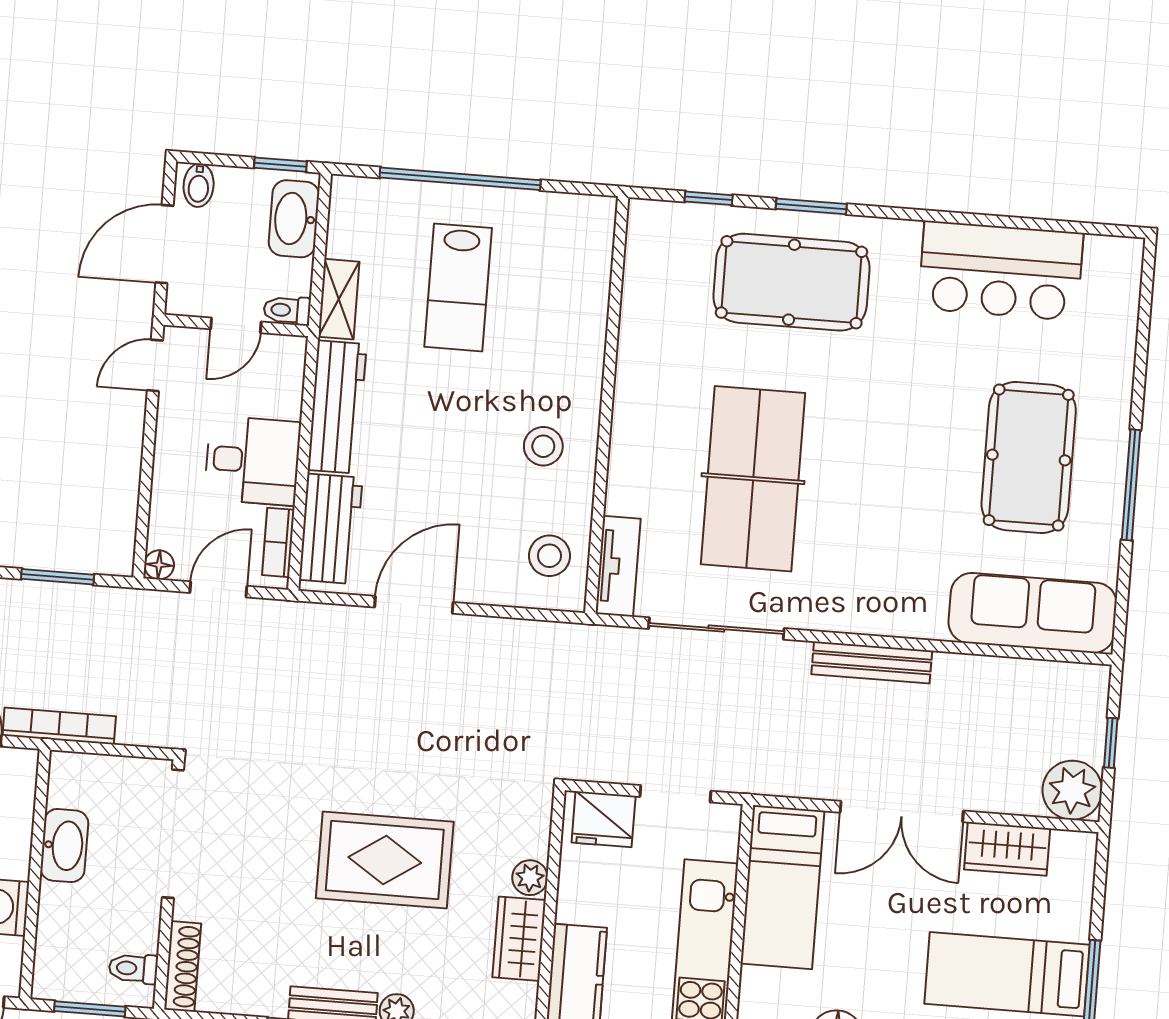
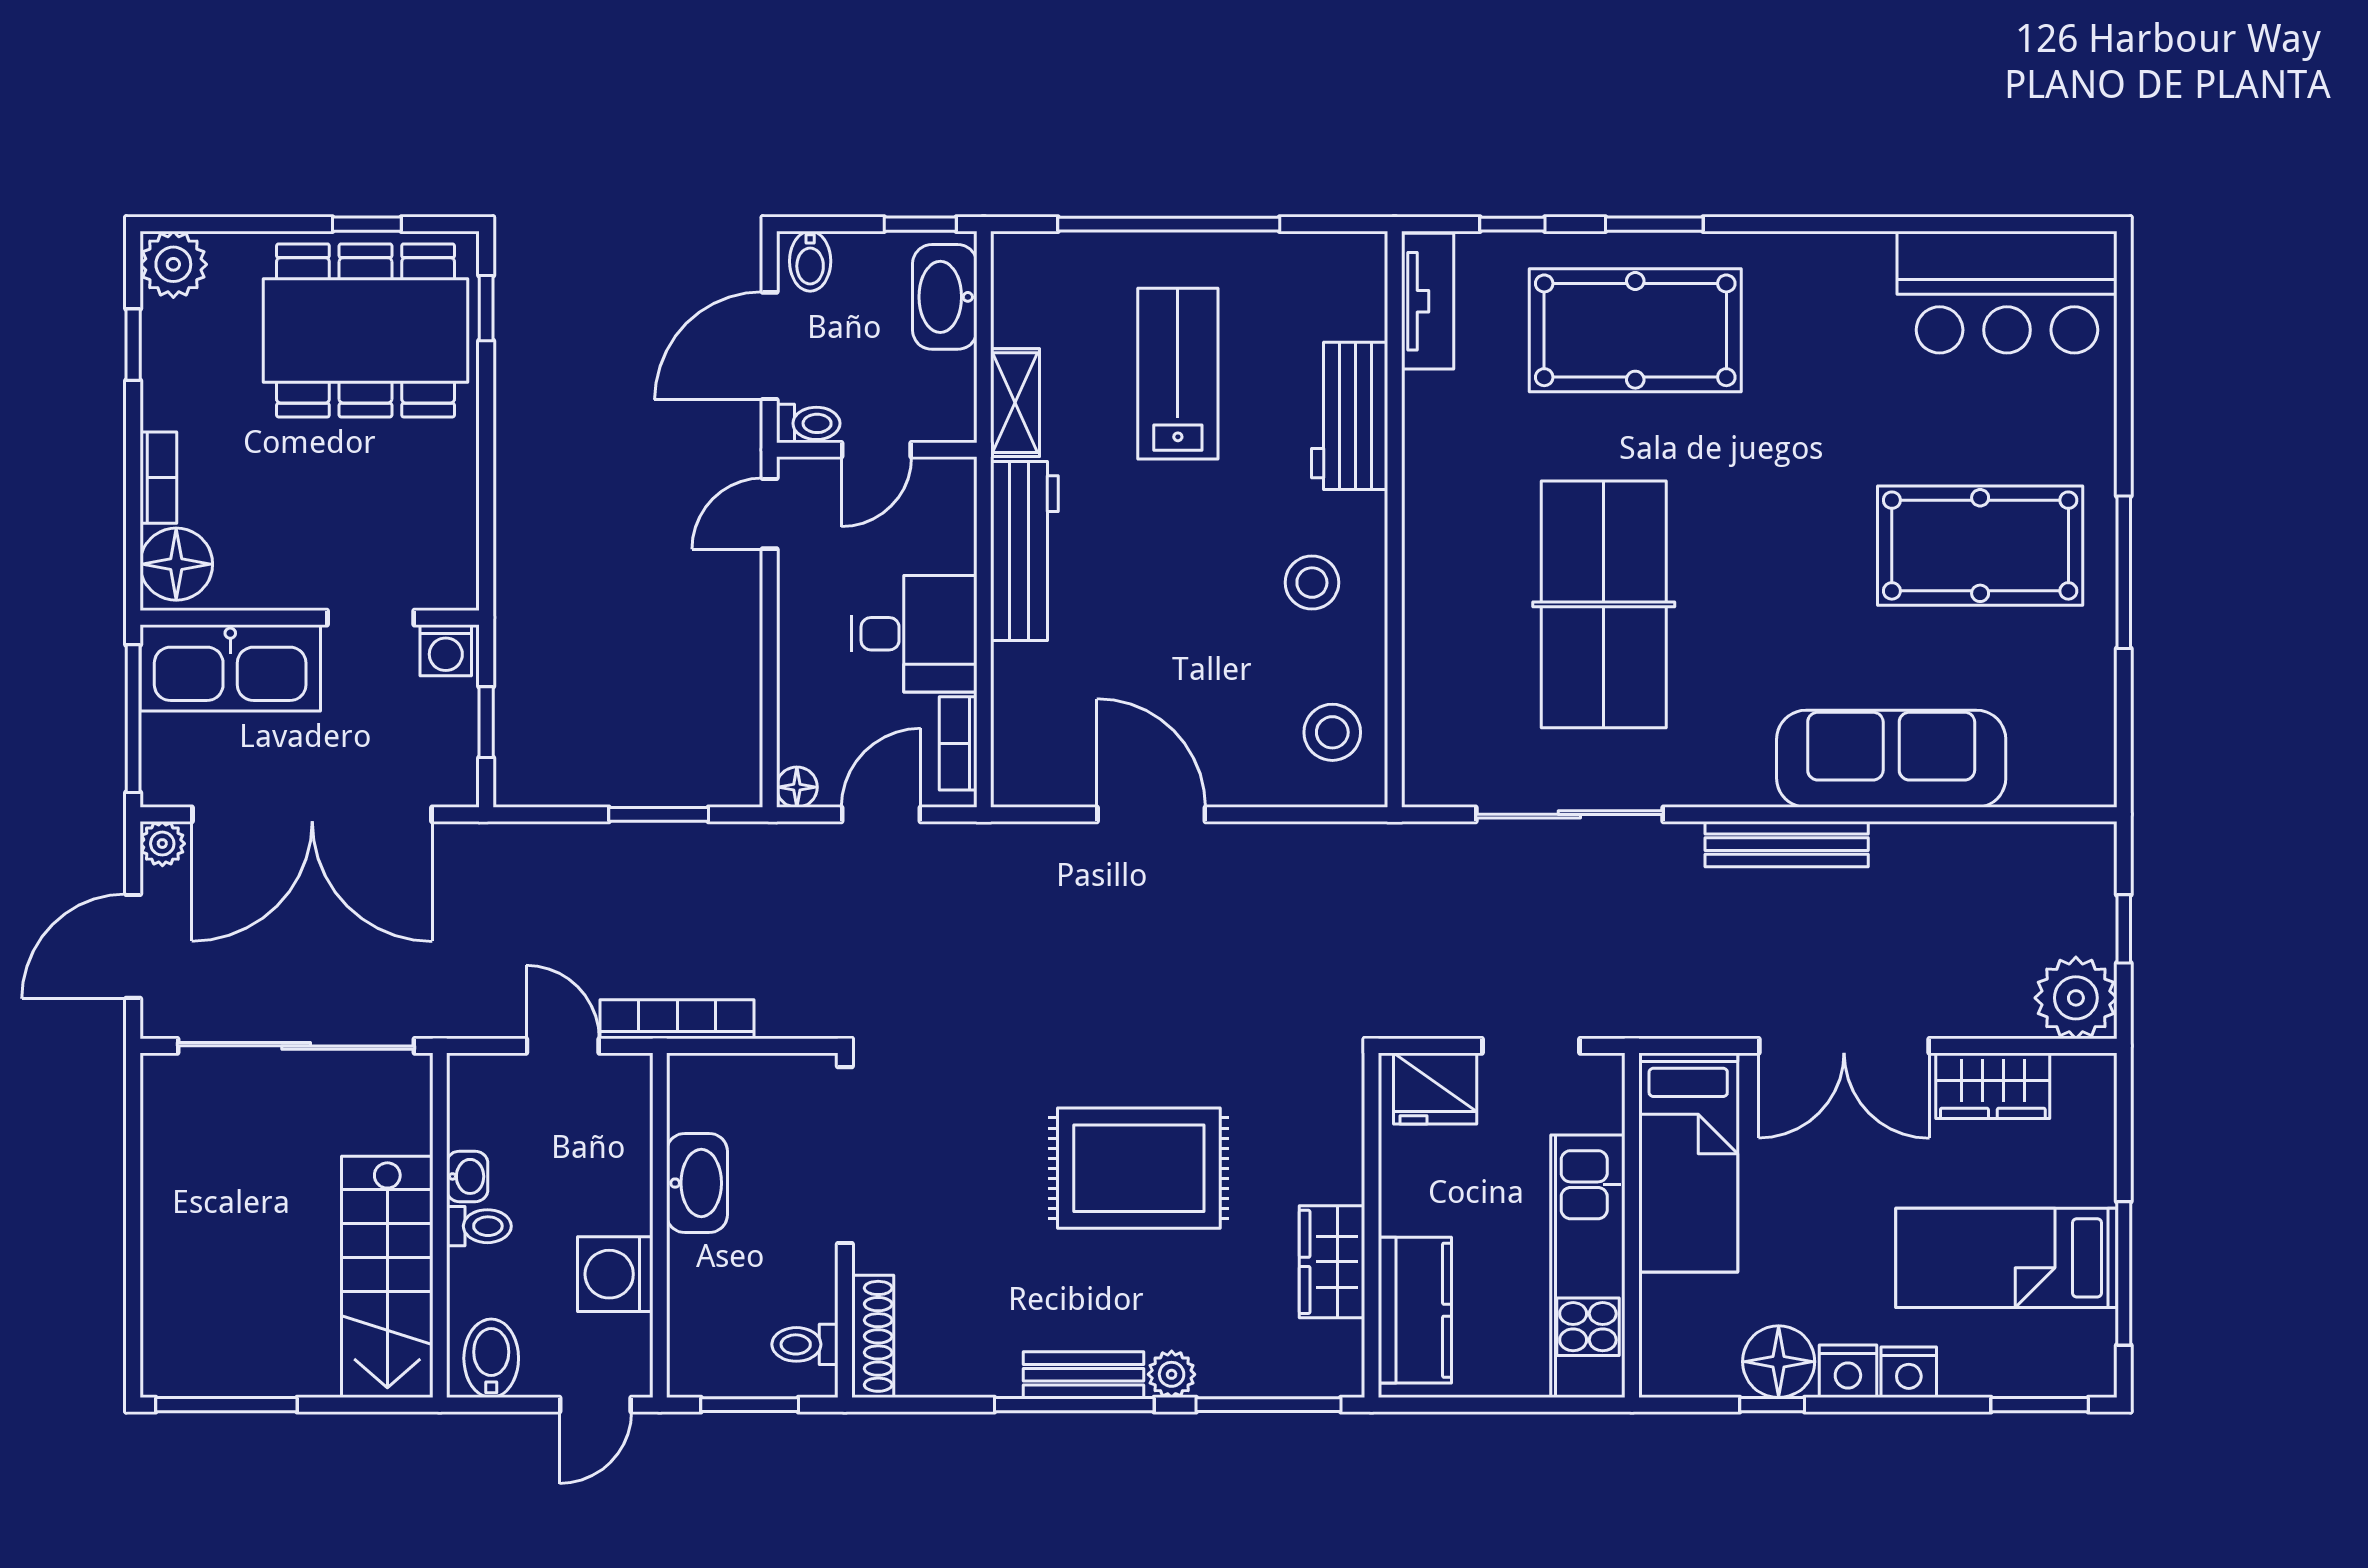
bar counter: (1001, 271) -> (2007, 292), moved
lab bench: (458, 287) -> (1178, 374), turned 180
toilet: (287, 310) -> (808, 423), moved, turned 180
pool table: (1029, 457) -> (1980, 546), turned 90
workbench: (331, 529) -> (1350, 416), moved, turned 180
tv unit: (618, 566) -> (1428, 301), moved
door: (414, 605) -> (1151, 814), hinge flipped
sofa: (1033, 613) -> (1891, 759), moved
plant: (530, 878) -> (1340, 1177), removed

